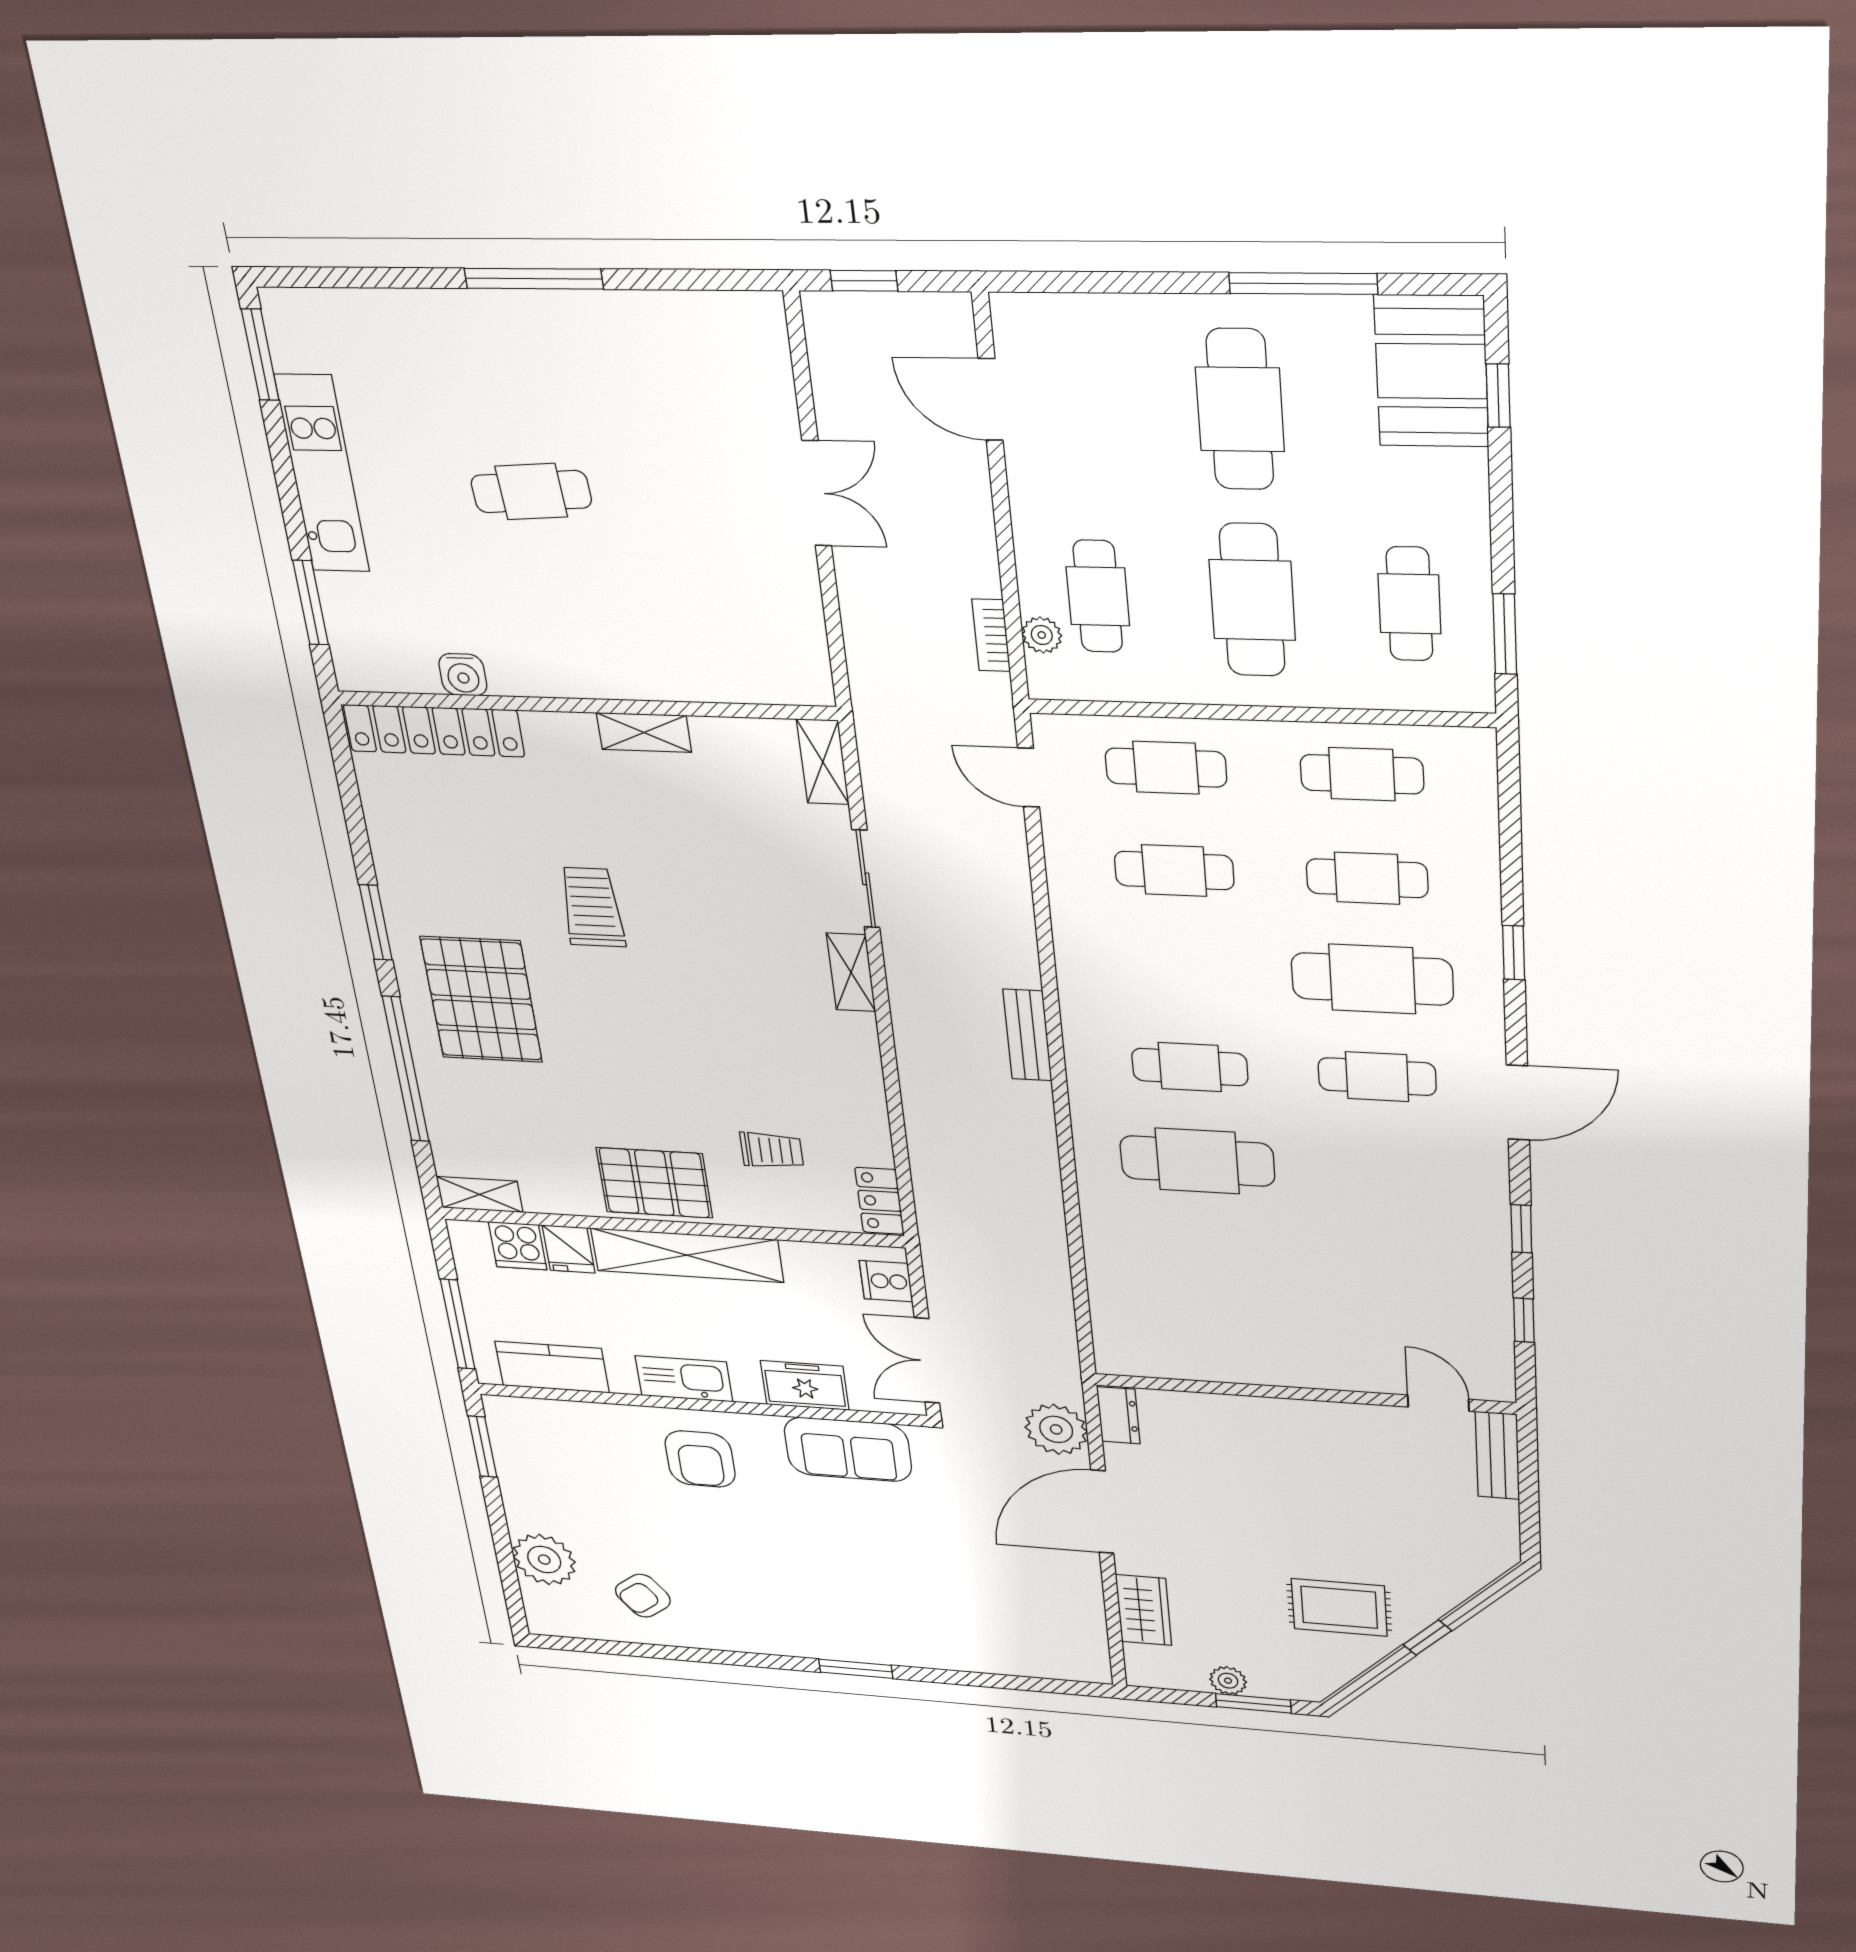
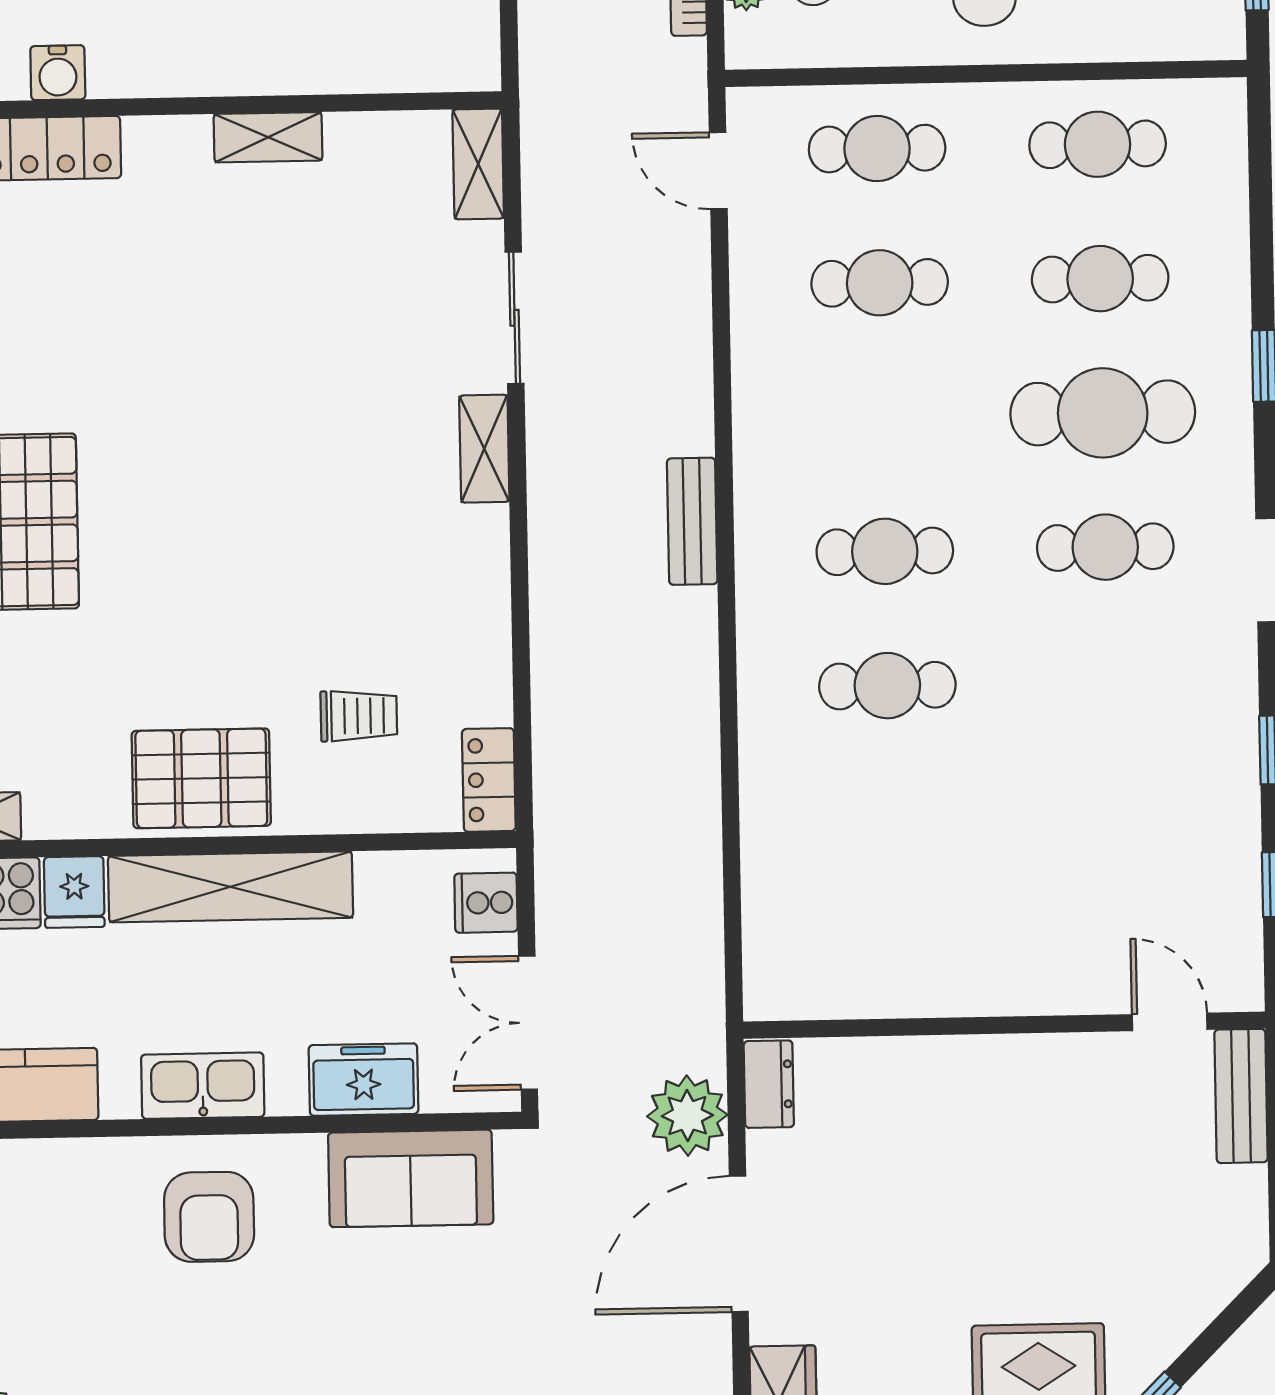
trolley: (592, 907) -> (173, 379), removed
cafe table: (1197, 1161) -> (887, 686), width x0.73, depth x0.74

